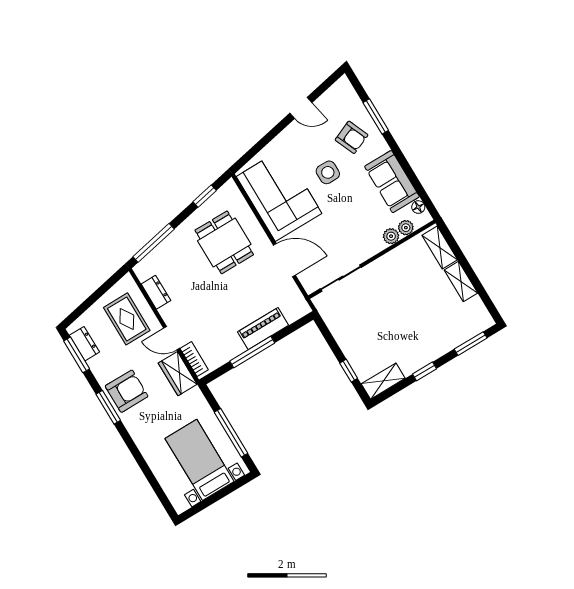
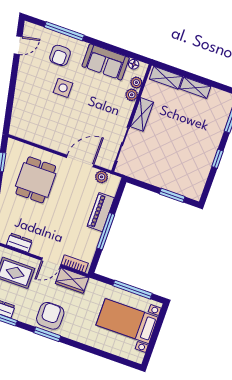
door: (301, 108) -> (18, 45), moved
window: (376, 116) -> (64, 31), width x1.44
armchair: (352, 137) -> (60, 55), turned 113
corner sofa: (279, 195) -> (45, 125), removed
dining table: (224, 242) -> (36, 180), turned 90
plant: (293, 294) -> (102, 177), added
window: (349, 371) -> (172, 195), width x1.50
shelving: (383, 381) -> (142, 114), moved

